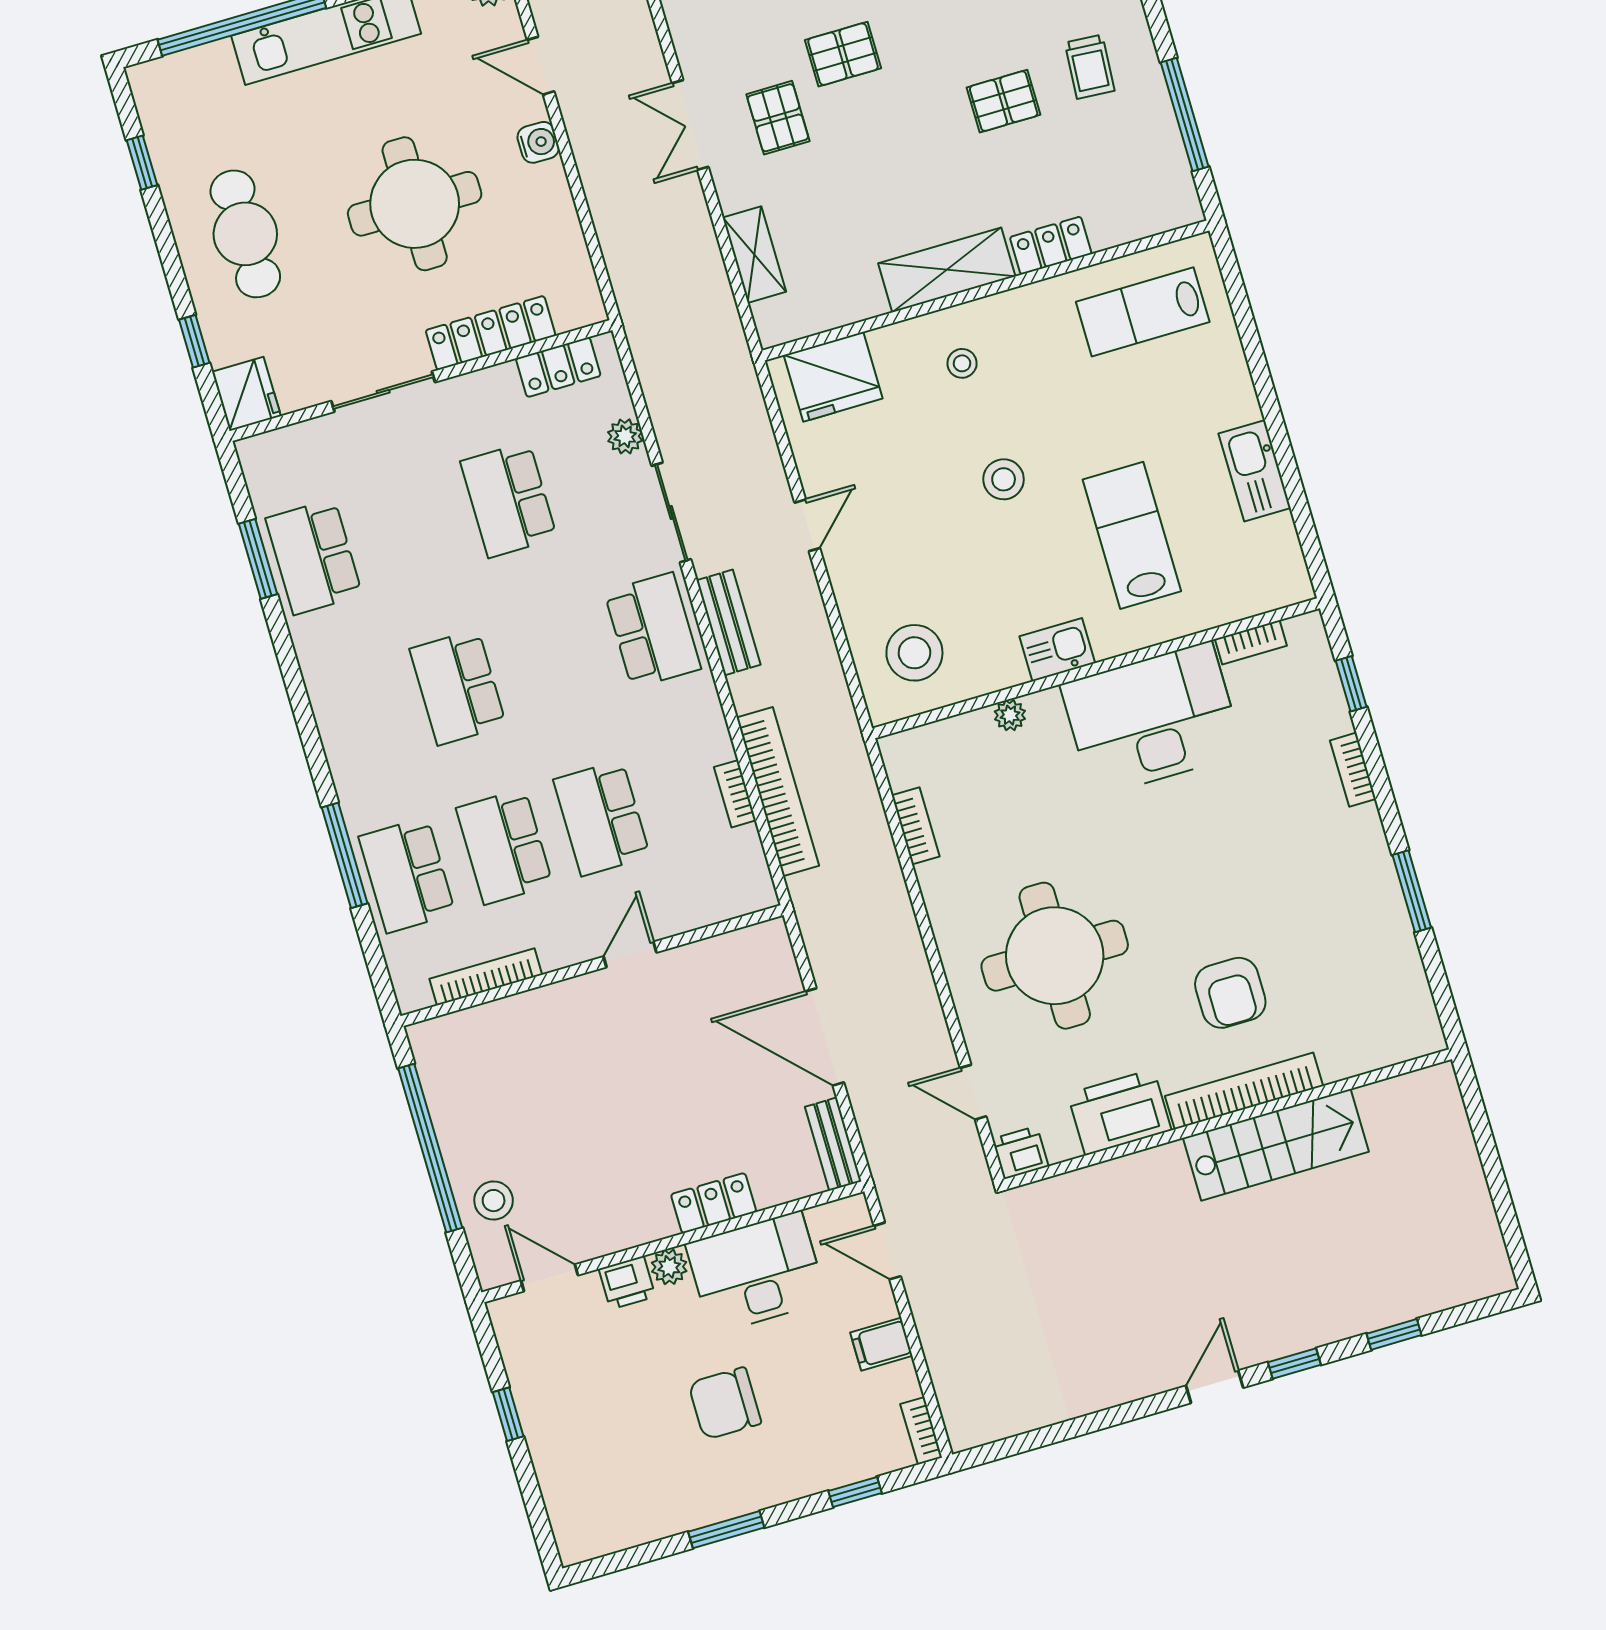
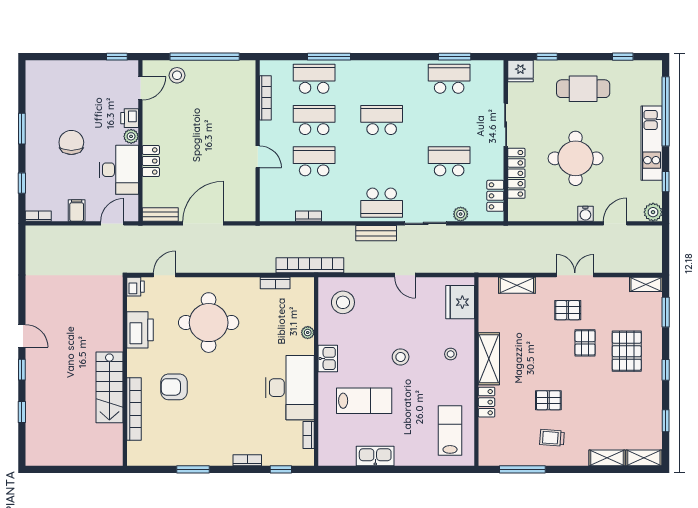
pallet: (1004, 101) -> (548, 400), turned 90
bookcase: (778, 792) -> (310, 265), moved, turned 180
bookcase: (1244, 1091) -> (134, 409), moved
window: (508, 1414) -> (117, 57), moved

